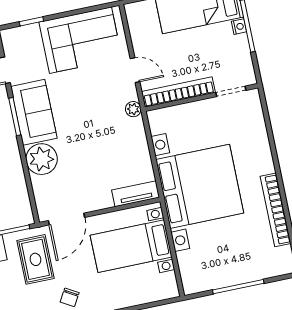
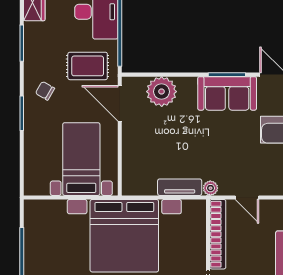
door: (135, 70) -> (247, 197), hinge flipped
plant: (42, 159) -> (162, 92), moved
tv unit: (136, 194) -> (180, 187), moved, turned -90

